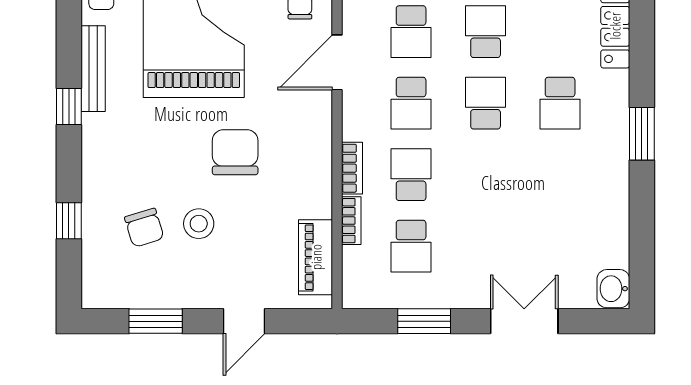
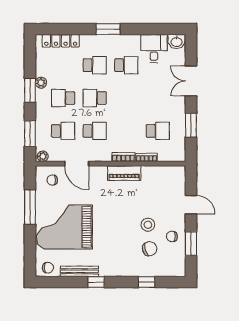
chair: (235, 152) -> (172, 236), moved, width x0.54, depth x0.54
school desk: (411, 175) -> (126, 65), moved, turned 180
desk: (598, 237) -> (154, 49), added
piano: (316, 257) -> (124, 173), moved

